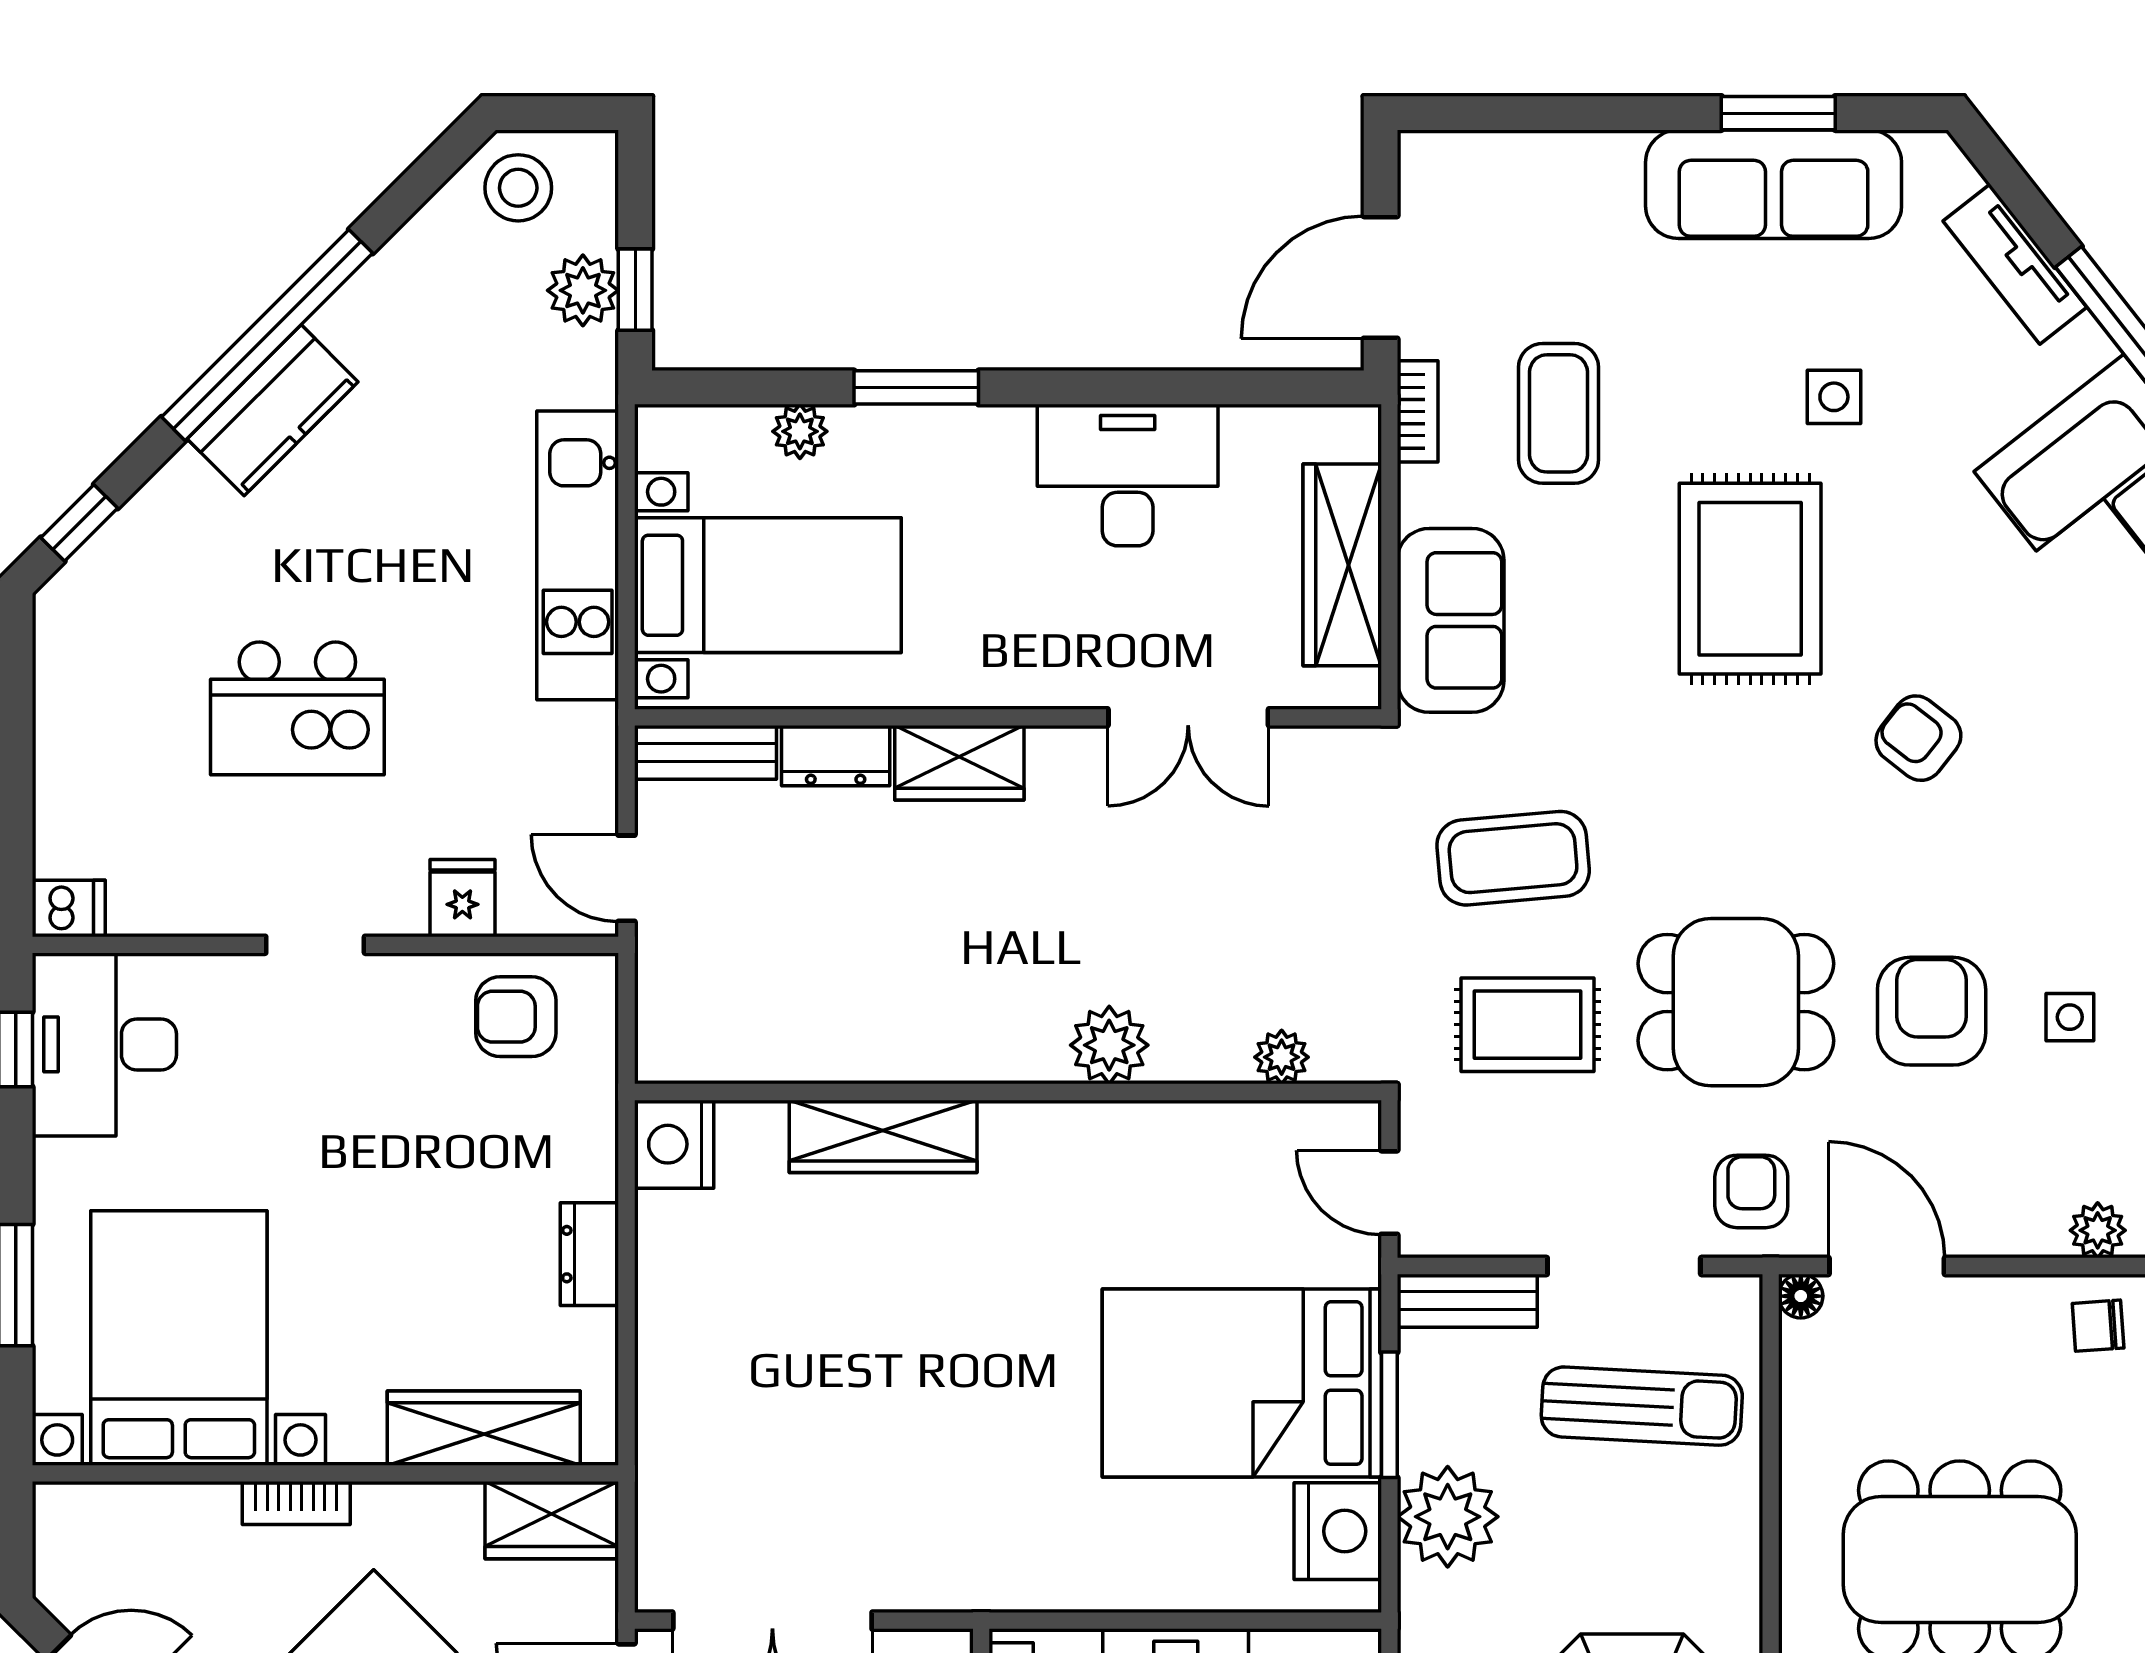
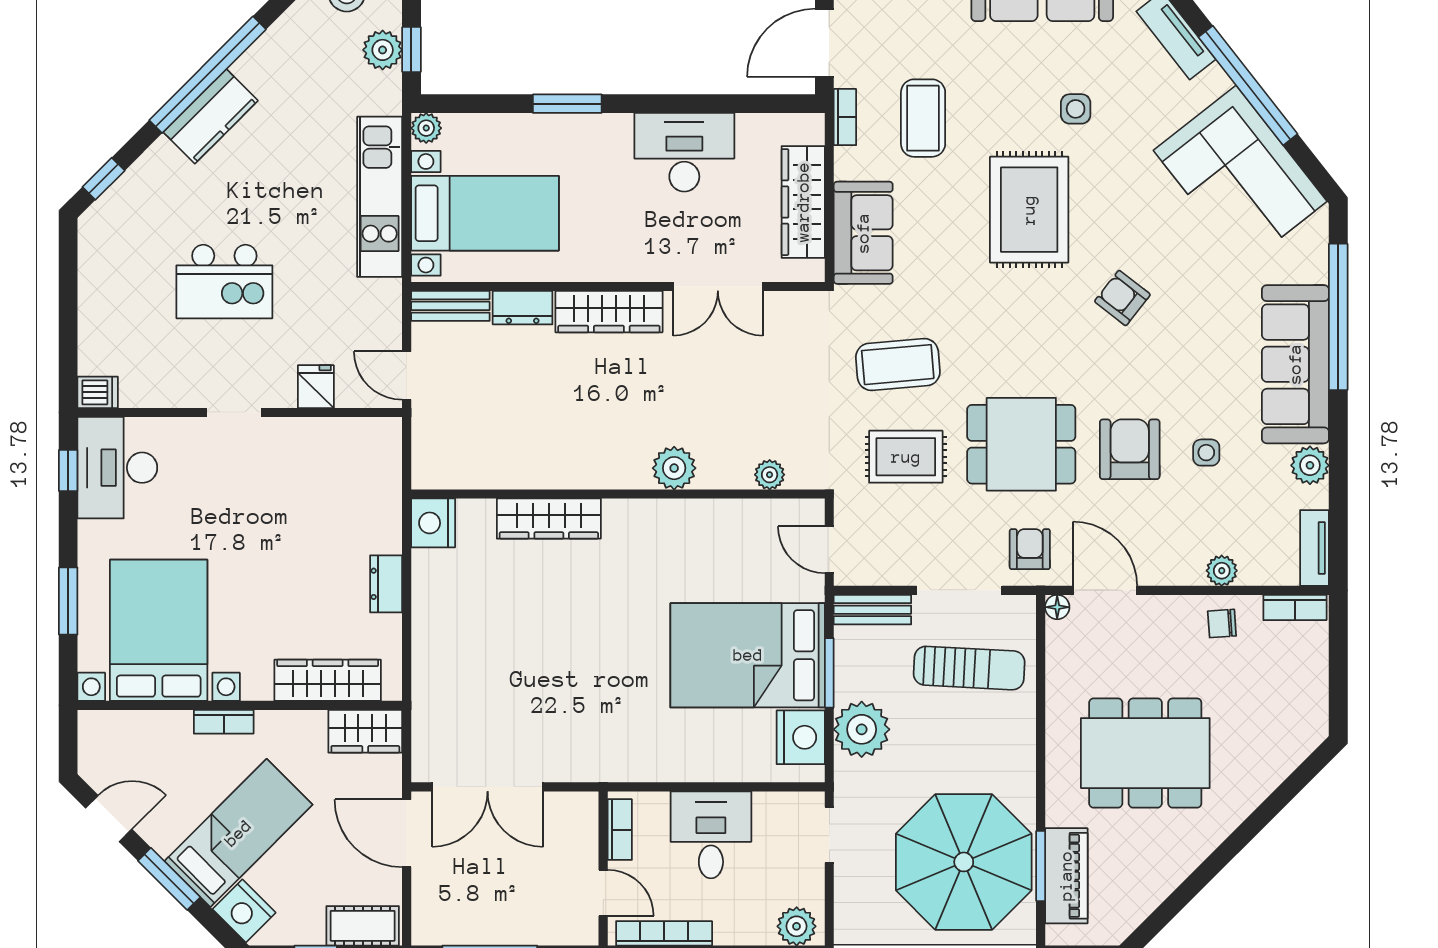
plant: (800, 431) -> (426, 128), moved
wardrobe: (959, 763) -> (609, 312), width x1.50
armchair: (516, 1017) -> (345, 452), removed

